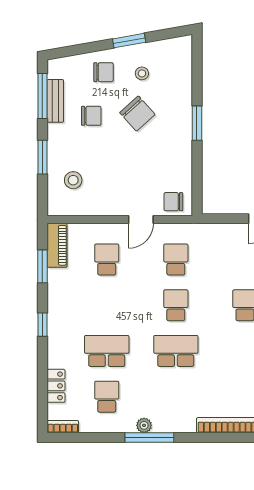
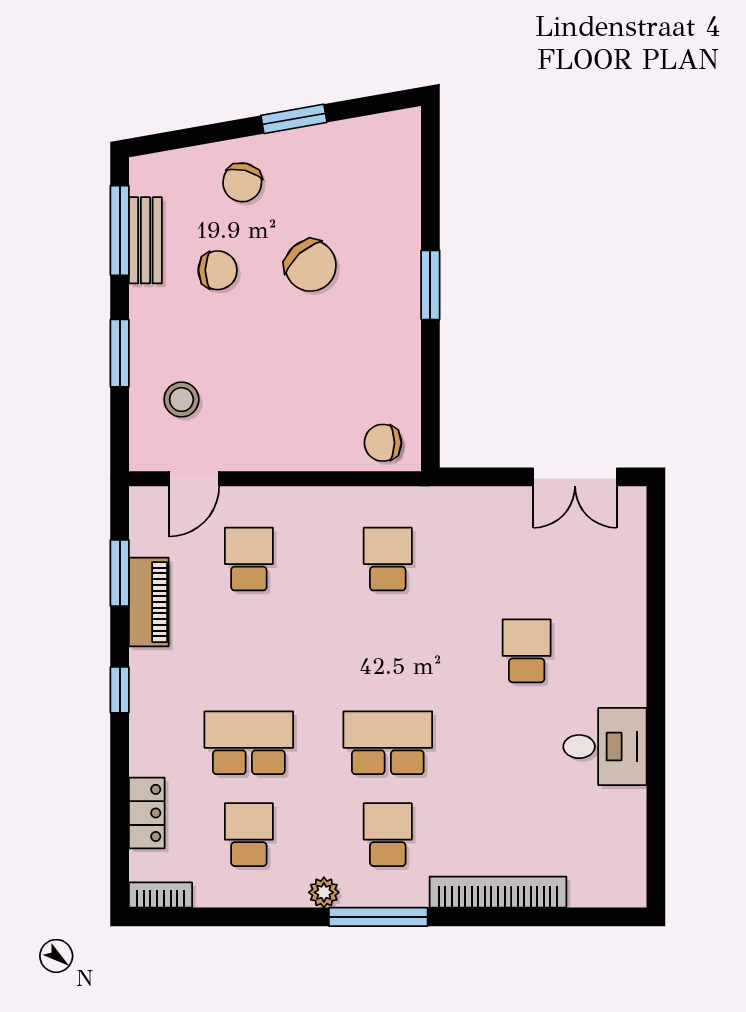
chair: (103, 72) -> (242, 182), turned 104
stool: (142, 73) -> (320, 185), removed
door: (141, 220) -> (194, 479), moved
piano: (57, 245) -> (149, 602), moved
school desk: (176, 305) -> (388, 835), moved
window: (149, 438) -> (378, 917), moved

